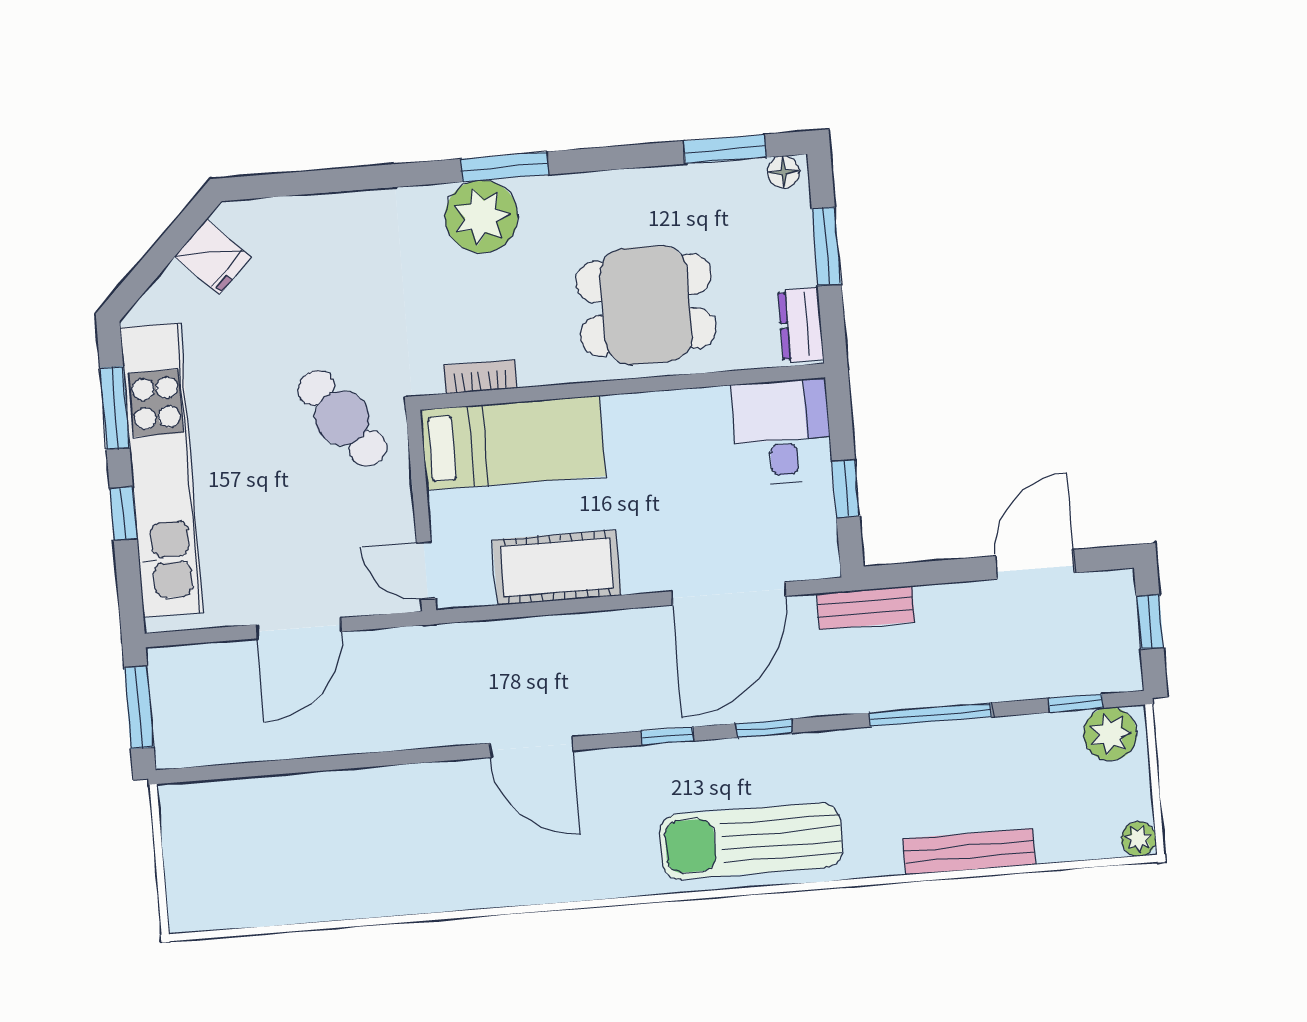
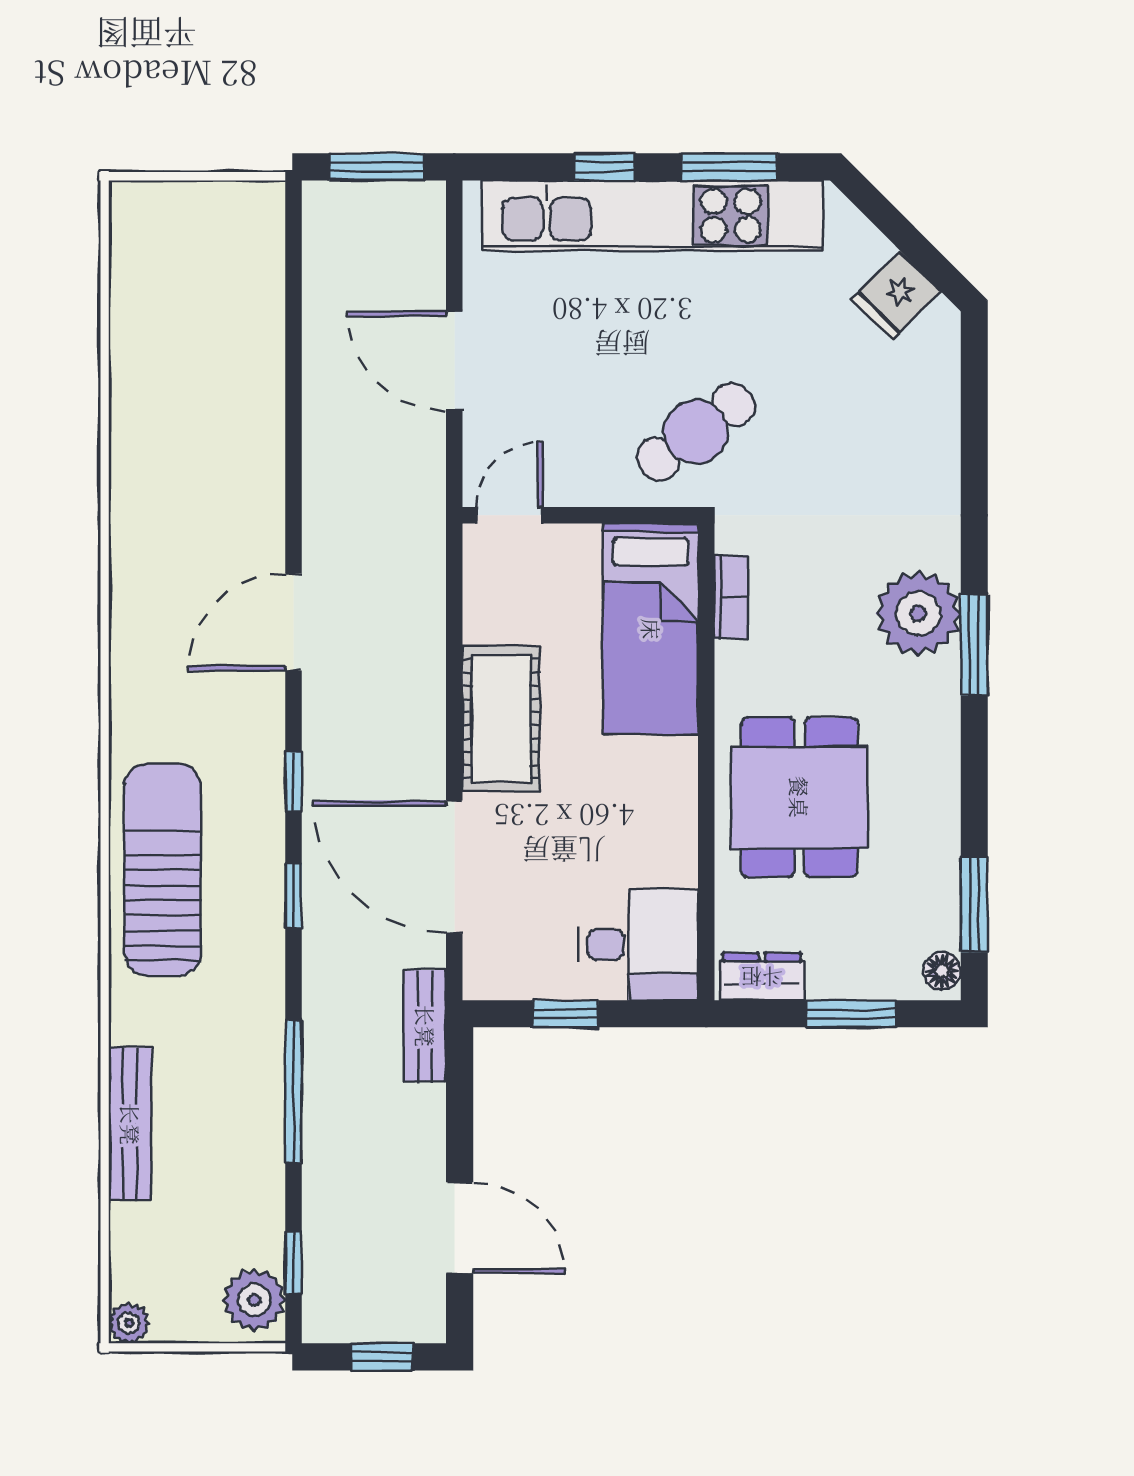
cot: (557, 567) -> (501, 719), moved

